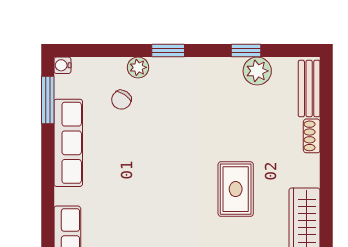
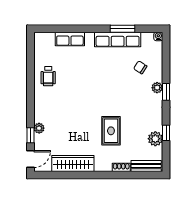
plant: (138, 67) -> (157, 88), moved
window: (48, 100) -> (123, 29), moved
rug: (236, 189) -> (111, 131), moved, turned 90

